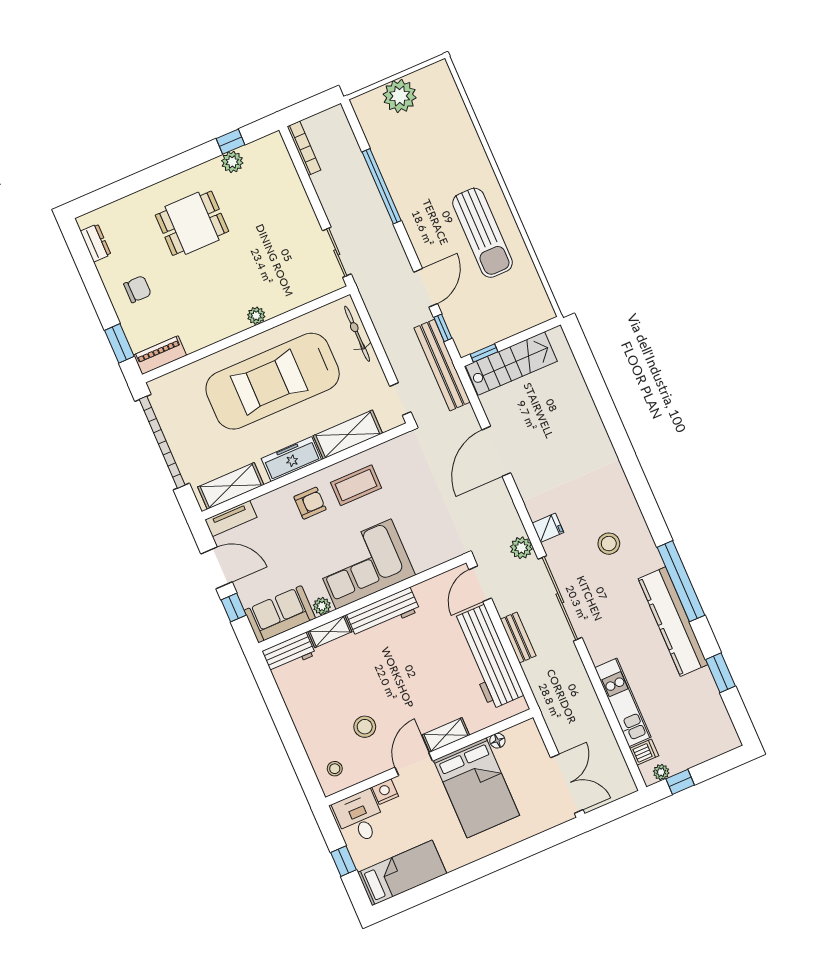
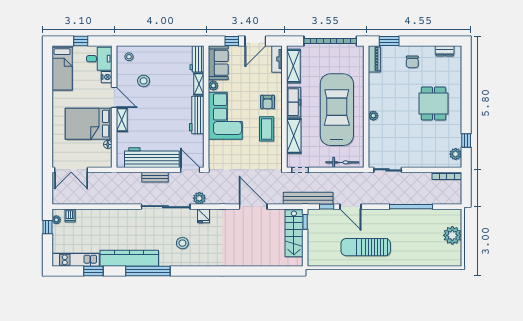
plant: (232, 162) -> (456, 154), moved
kitchen unit: (623, 702) -> (76, 260), moved, turned 180

